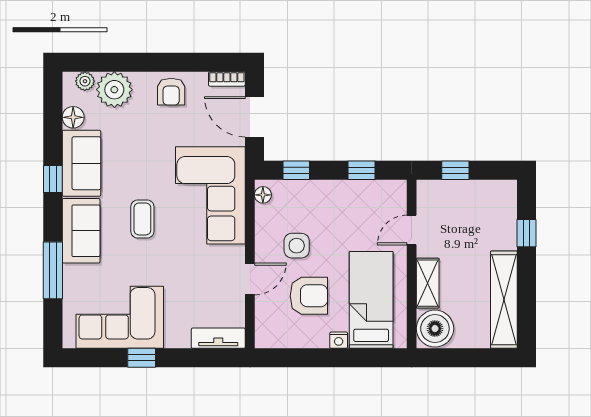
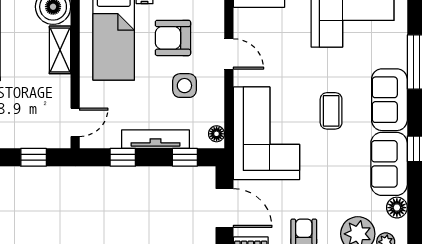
tv unit: (327, 189) -> (155, 139), added
door: (412, 230) -> (75, 122), moved
door: (250, 279) -> (229, 54), swing flipped

